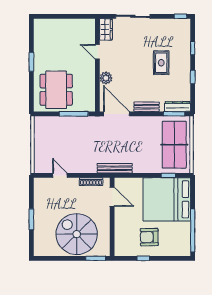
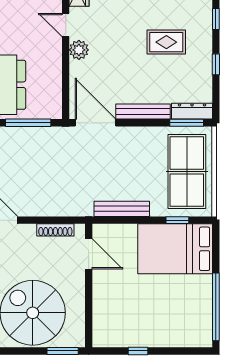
rug: (161, 63) -> (166, 42), turned 90
plant: (106, 78) -> (79, 50), moved
bench: (147, 107) -> (143, 112), width x1.36
bench: (115, 168) -> (122, 209), moved
bed: (167, 199) -> (175, 249), width x0.73
armchair: (149, 237) -> (147, 318), removed

